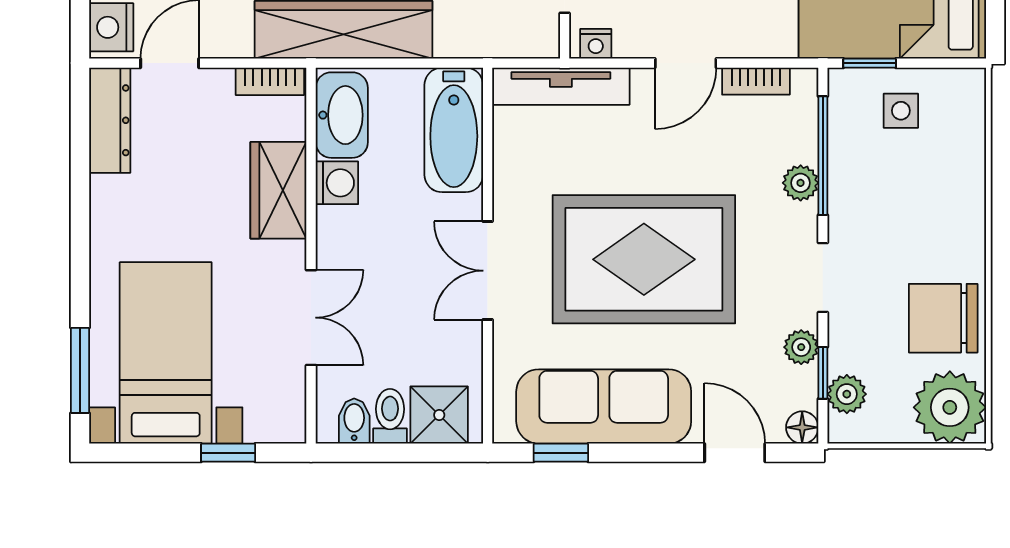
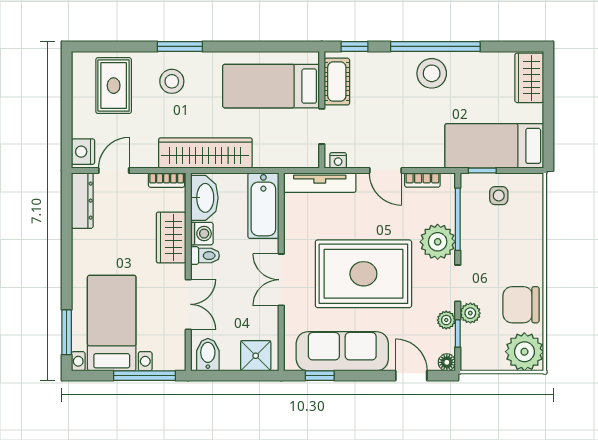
door: (686, 63) -> (385, 170), hinge flipped
plant: (801, 183) -> (438, 242), width x1.87, depth x1.87
plant: (847, 394) -> (470, 313), moved
toilet: (390, 416) -> (205, 256), moved, turned 90
bidet: (354, 421) -> (208, 355), width x1.38, depth x1.36
window: (228, 453) -> (145, 376), width x2.17

